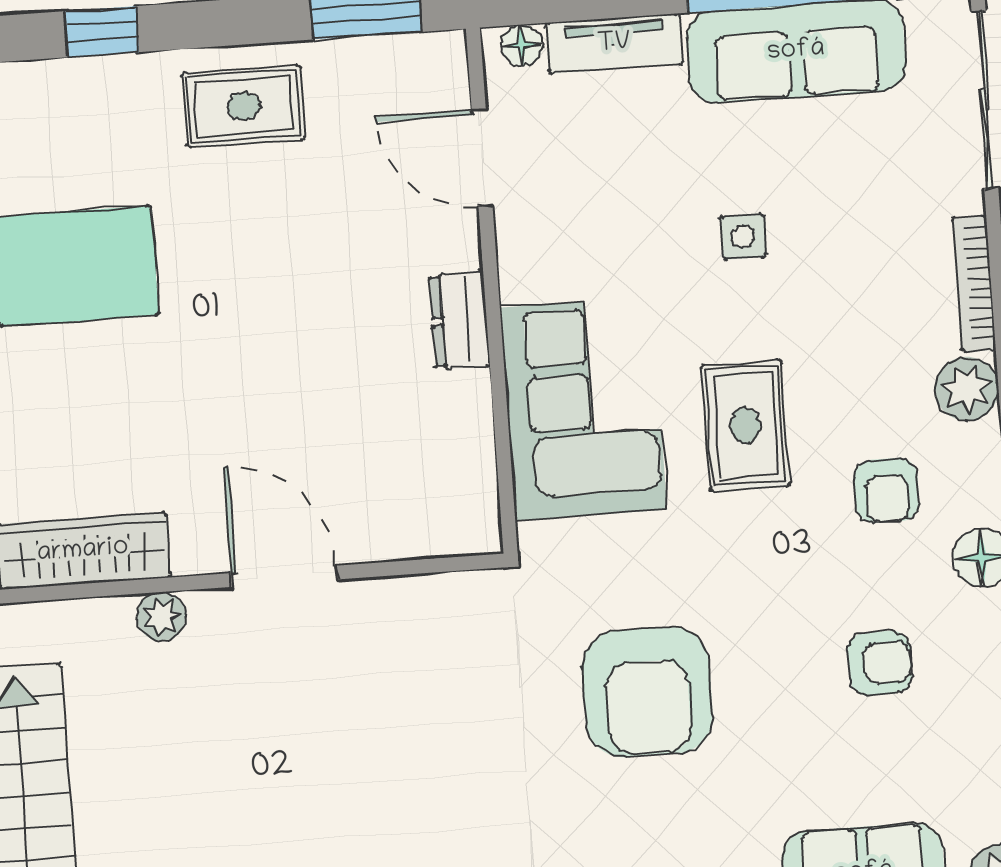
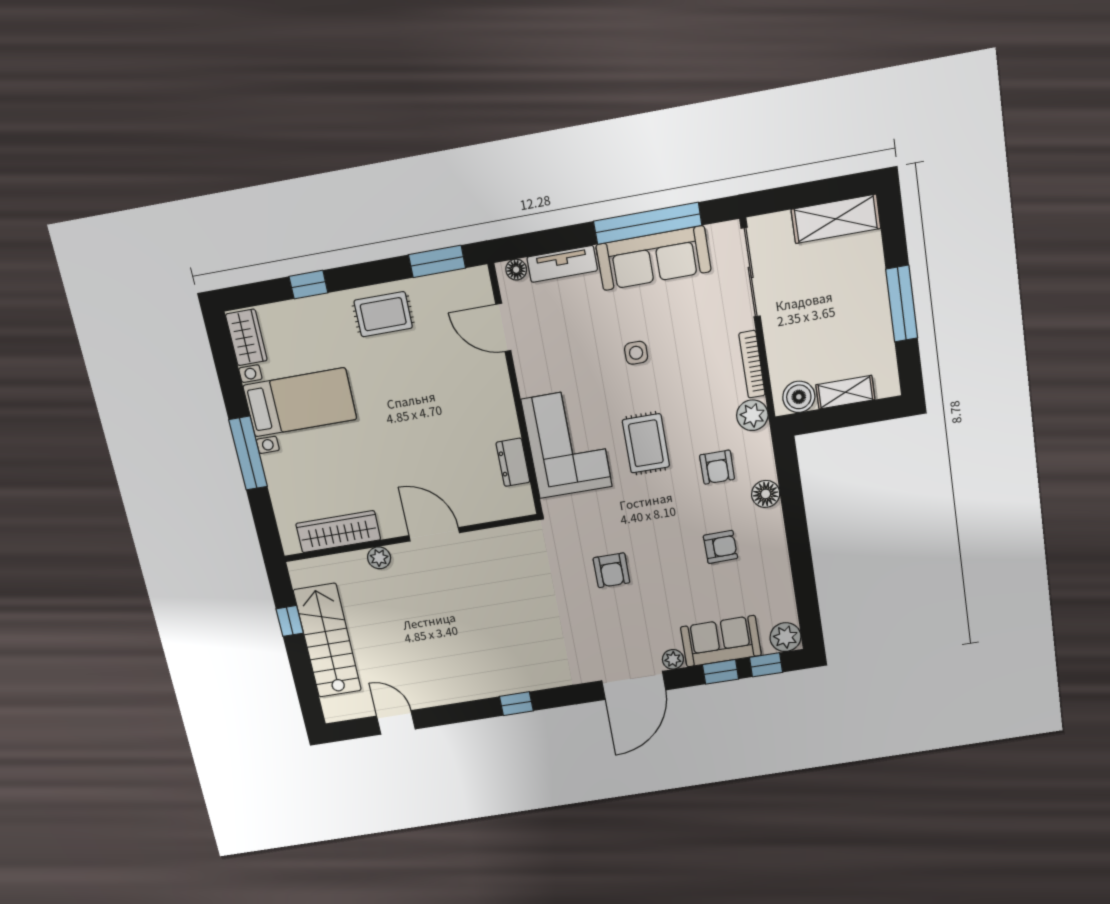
dresser: (460, 320) -> (513, 462), moved
armchair: (648, 692) -> (611, 570), width x0.53, depth x0.53

